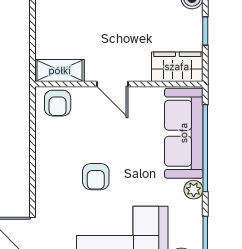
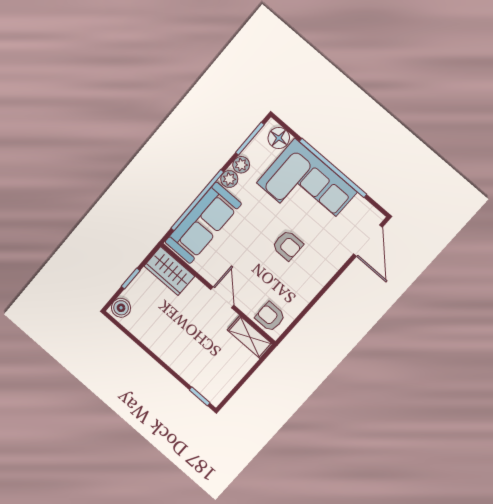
armchair: (58, 103) -> (270, 317), turned -90
armchair: (96, 177) -> (288, 245), turned 90
plant: (194, 210) -> (241, 165), added

